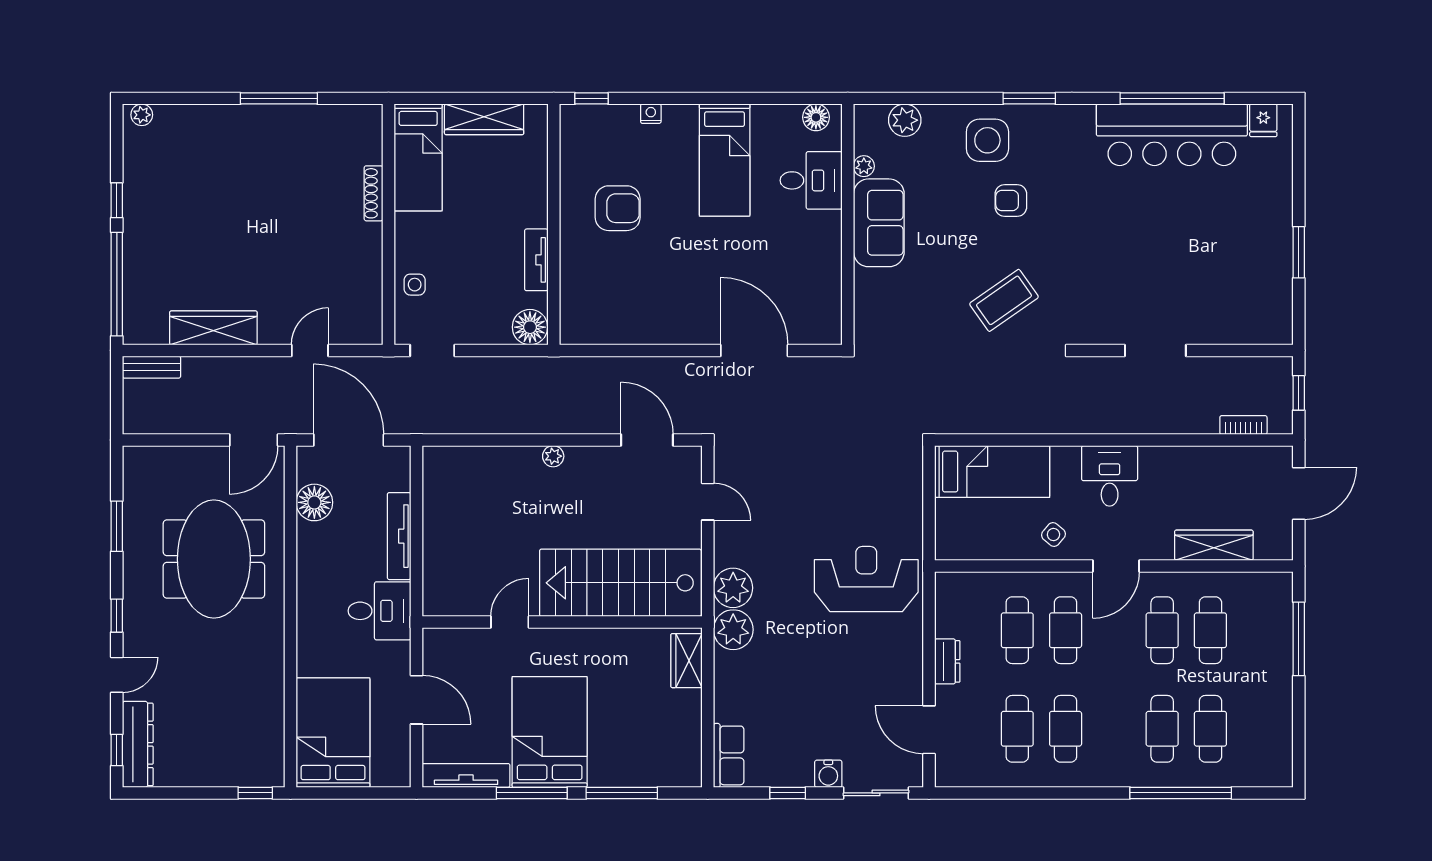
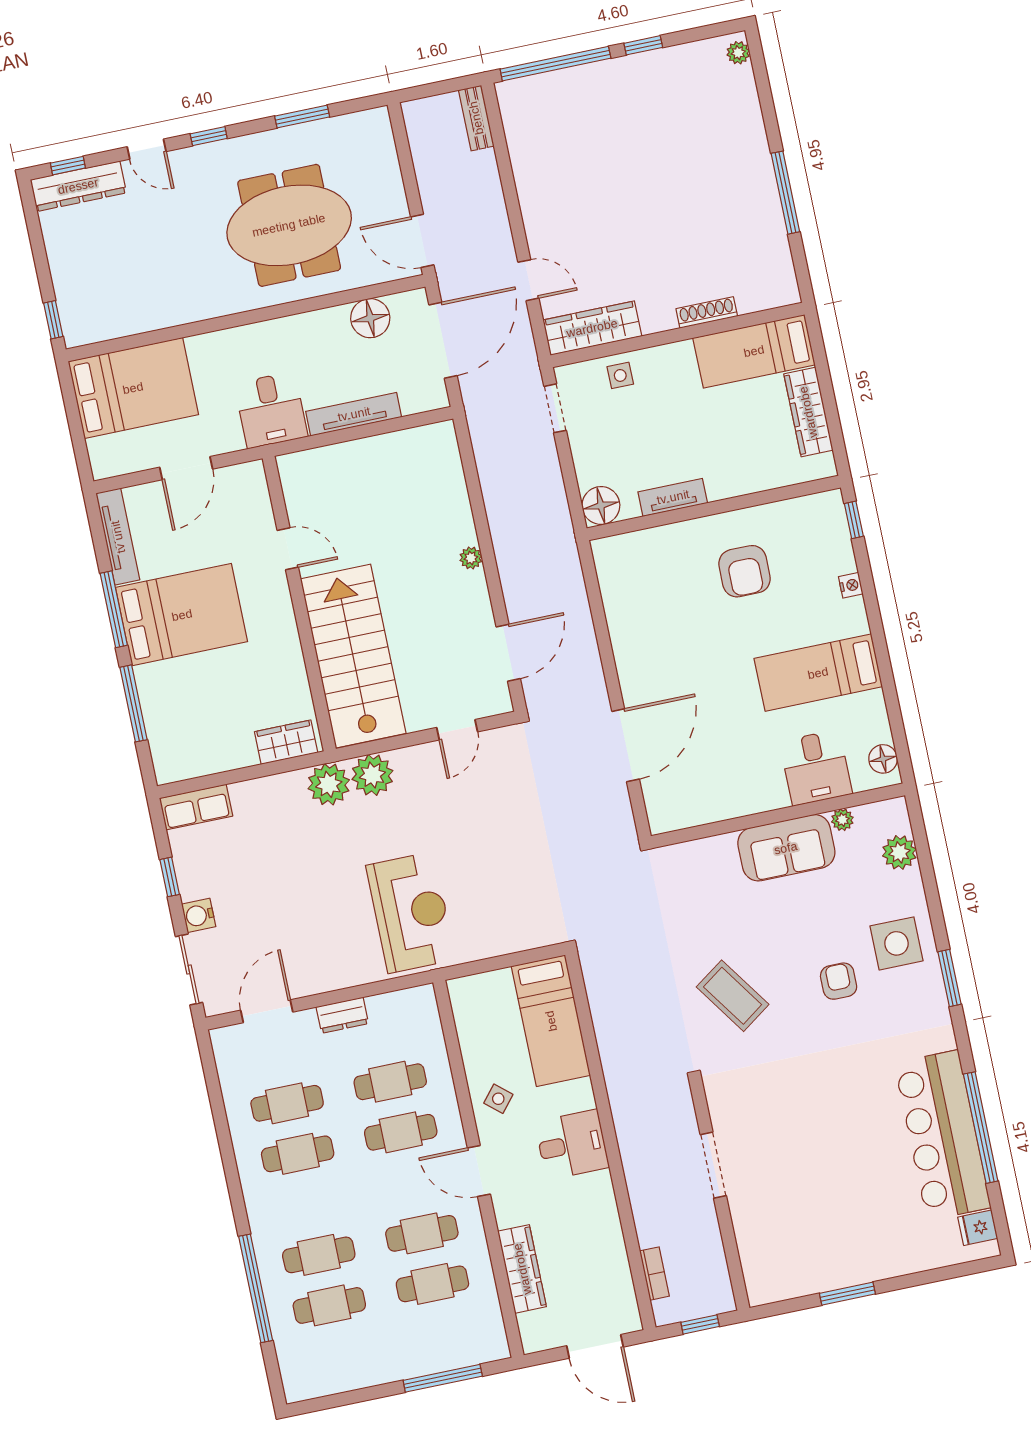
wardrobe: (213, 328) -> (592, 328), moved, turned -90

